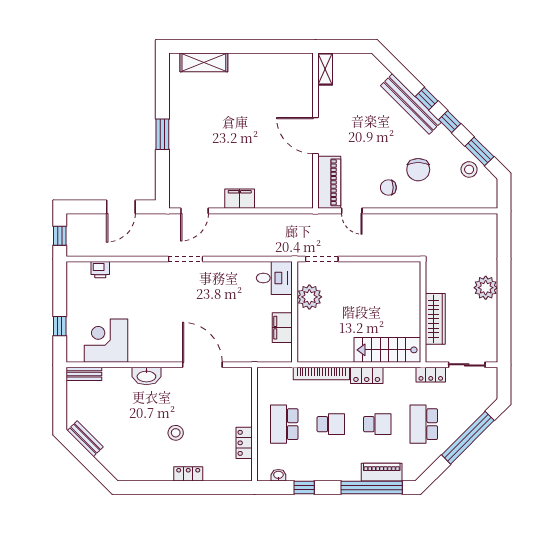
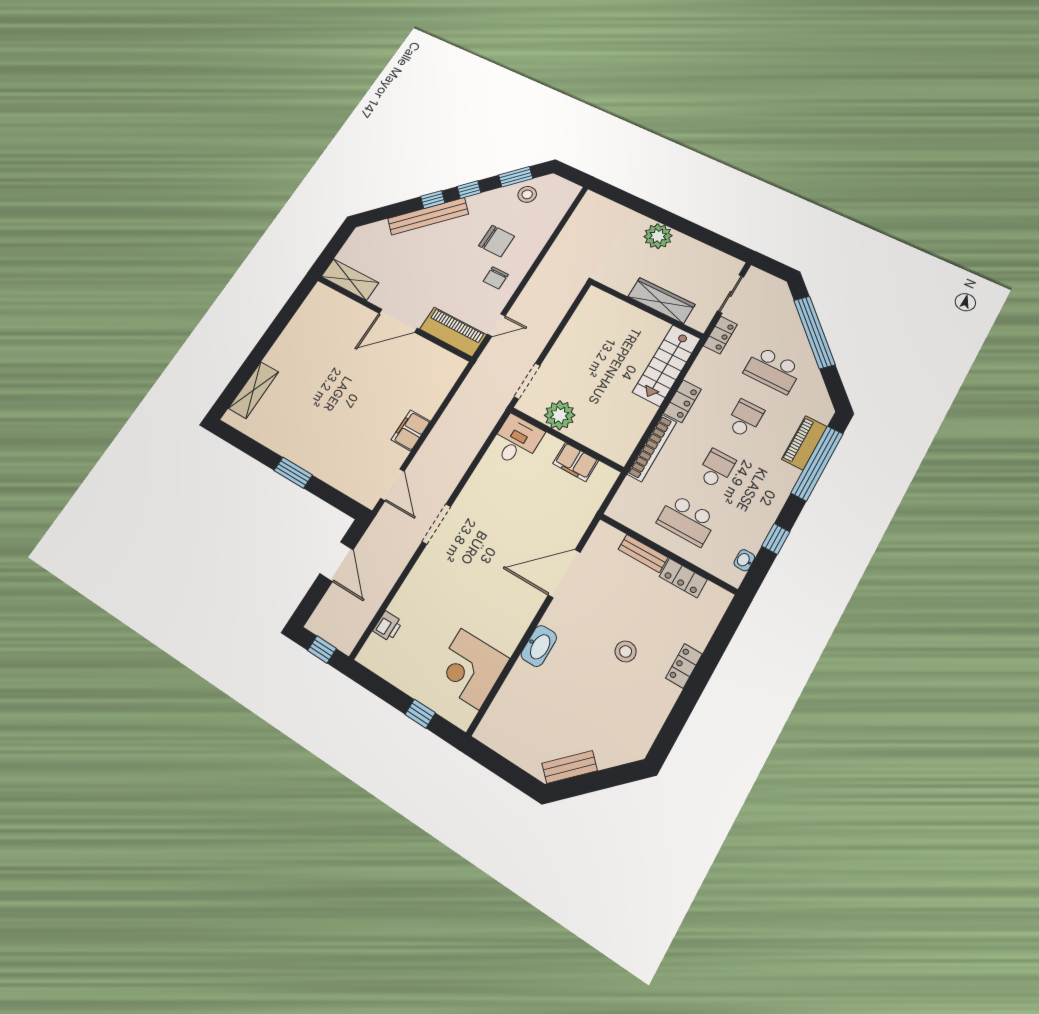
shelving: (325, 69) -> (350, 280), width x1.50, depth x1.33
bench: (84, 374) -> (643, 553), moved, turned 90

